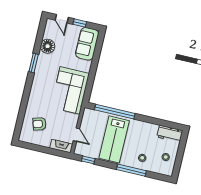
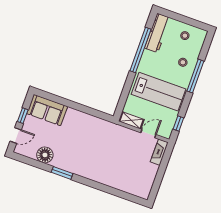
corner sofa: (70, 90) -> (98, 135), removed
window: (115, 112) -> (141, 50), moved
shelving: (86, 119) -> (131, 120), added
armchair: (39, 124) -> (131, 174), removed
workbench: (170, 134) -> (157, 33), width x1.37

